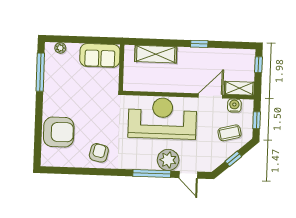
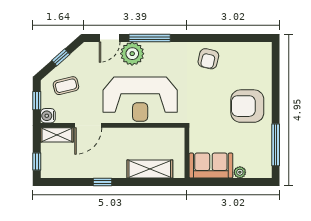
plant: (60, 48) -> (240, 172), moved
water cooler: (234, 106) -> (48, 116), moved, turned 90
armchair: (59, 132) -> (247, 106), moved
door: (188, 175) -> (110, 38), swing flipped

